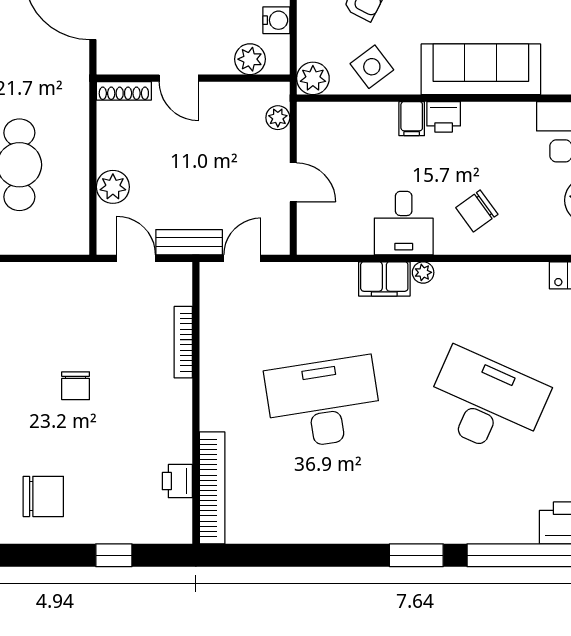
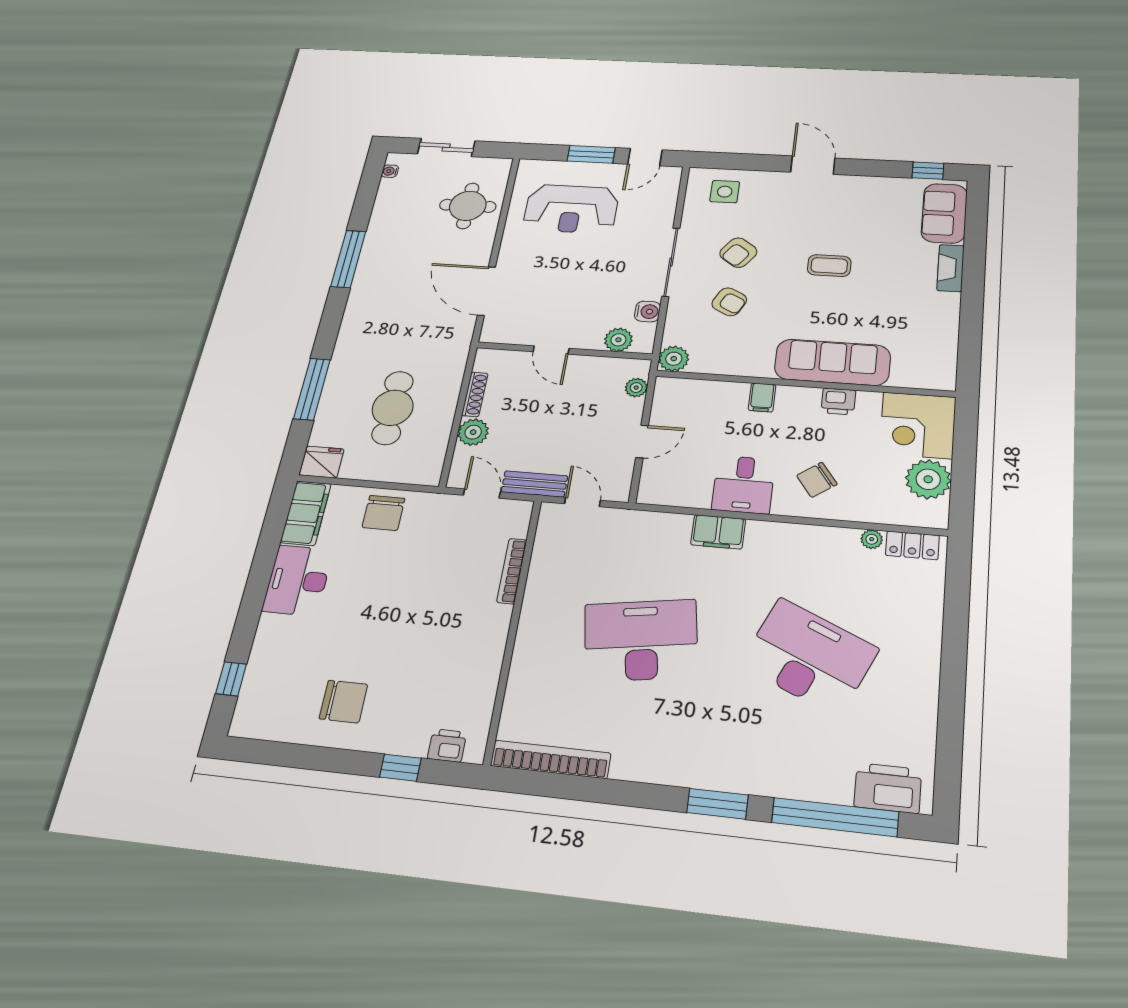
side table: (372, 67) -> (730, 353), removed
shoe rack: (124, 91) -> (475, 394), moved, turned -90
printer: (444, 117) -> (838, 401), moved
door: (293, 182) -> (642, 442), hinge flipped
door: (242, 258) -> (583, 502), hinge flipped
plant: (423, 272) -> (872, 539), moved
chair: (76, 386) -> (384, 513), moved, width x1.37, depth x1.37
printer: (177, 481) -> (447, 745), moved, turned 90
bookcase: (212, 488) -> (551, 759), moved, turned -90

